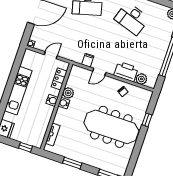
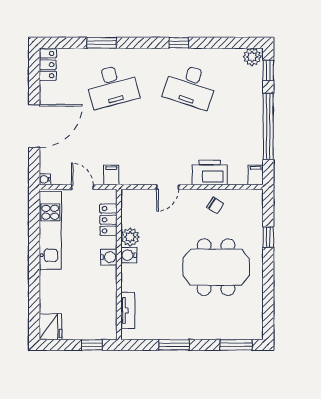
door: (51, 55) -> (82, 187), hinge flipped
filing cabinet: (88, 60) -> (111, 175), moved
plant: (141, 79) -> (238, 176), removed
filing cabinet: (152, 82) -> (256, 175), added
kitchen unit: (18, 91) -> (50, 230), moved
meeting table: (111, 127) -> (216, 267), width x0.73

